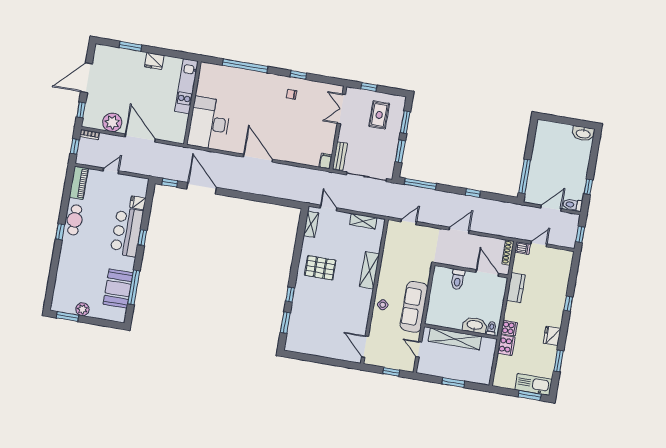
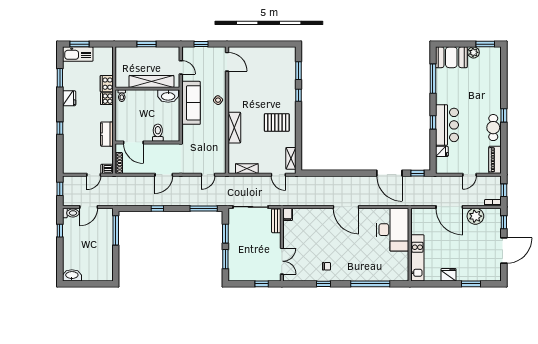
rug: (379, 115) -> (249, 262), removed
booth: (118, 289) -> (451, 57), moved, turned 90
washbasin: (475, 325) -> (168, 96), moved

